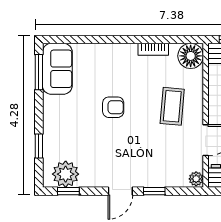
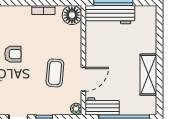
coffee table: (172, 106) -> (55, 73), moved

